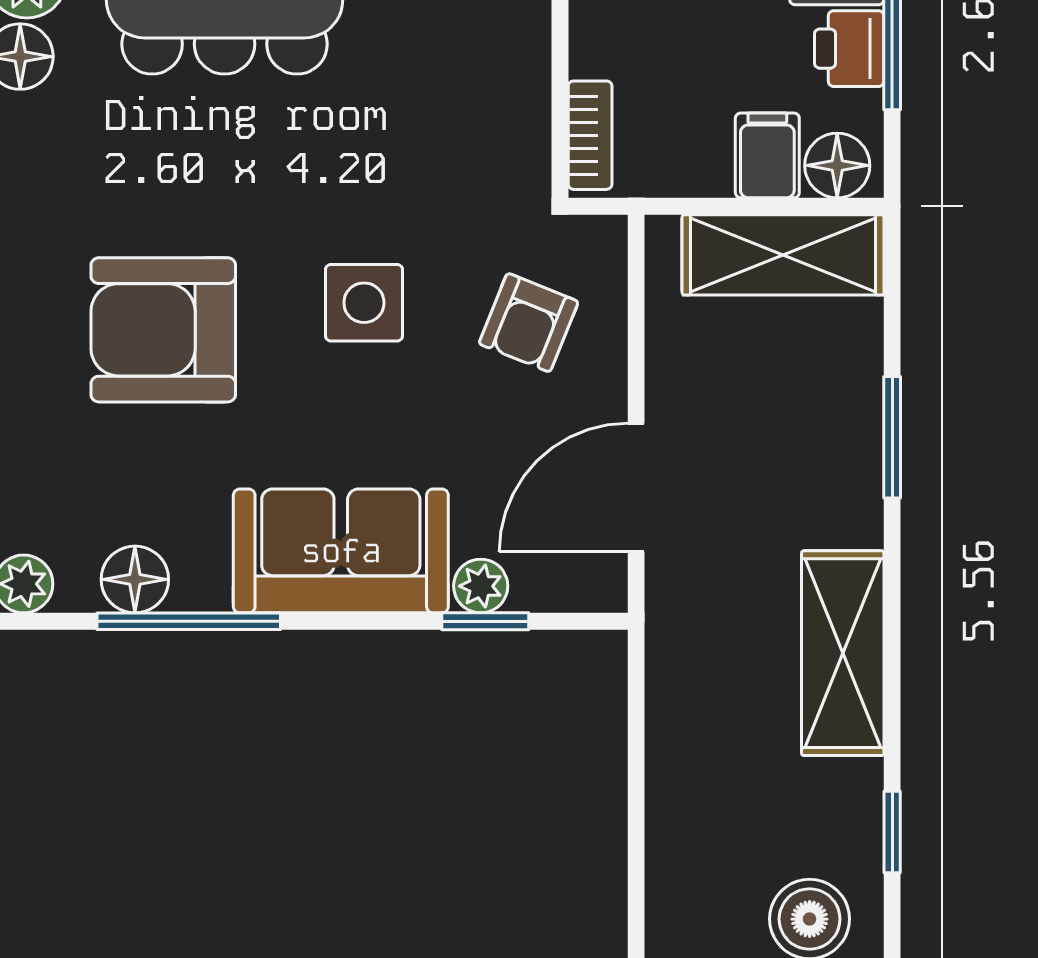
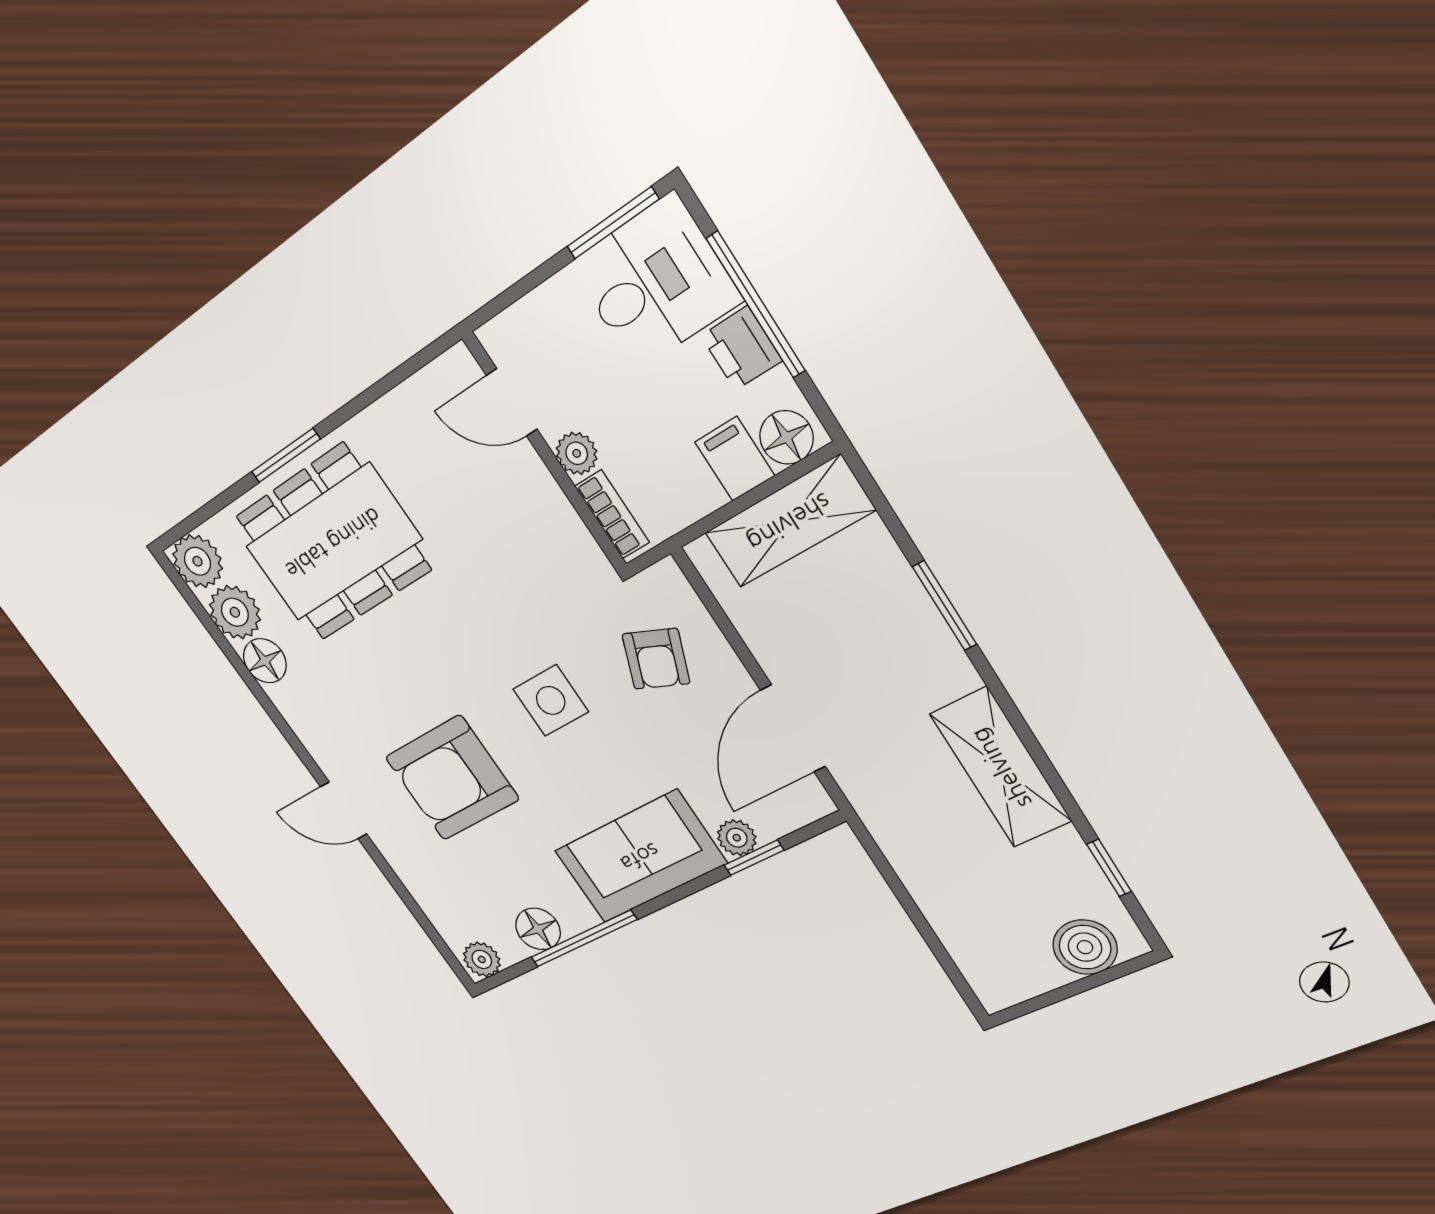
plant: (596, 48) -> (577, 453), added

